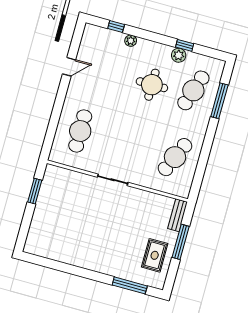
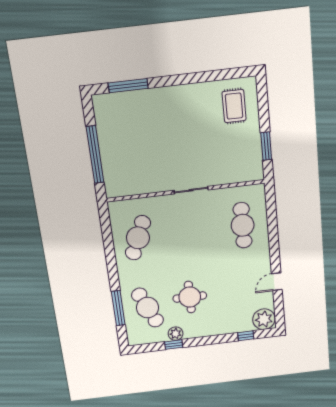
plant: (131, 41) -> (264, 319), moved, width x1.88, depth x1.88
cafe table: (193, 90) -> (148, 308), turned -42
bench: (178, 215) -> (110, 181), removed
window: (181, 242) -> (95, 155), width x1.46
rug: (155, 255) -> (234, 106), moved

